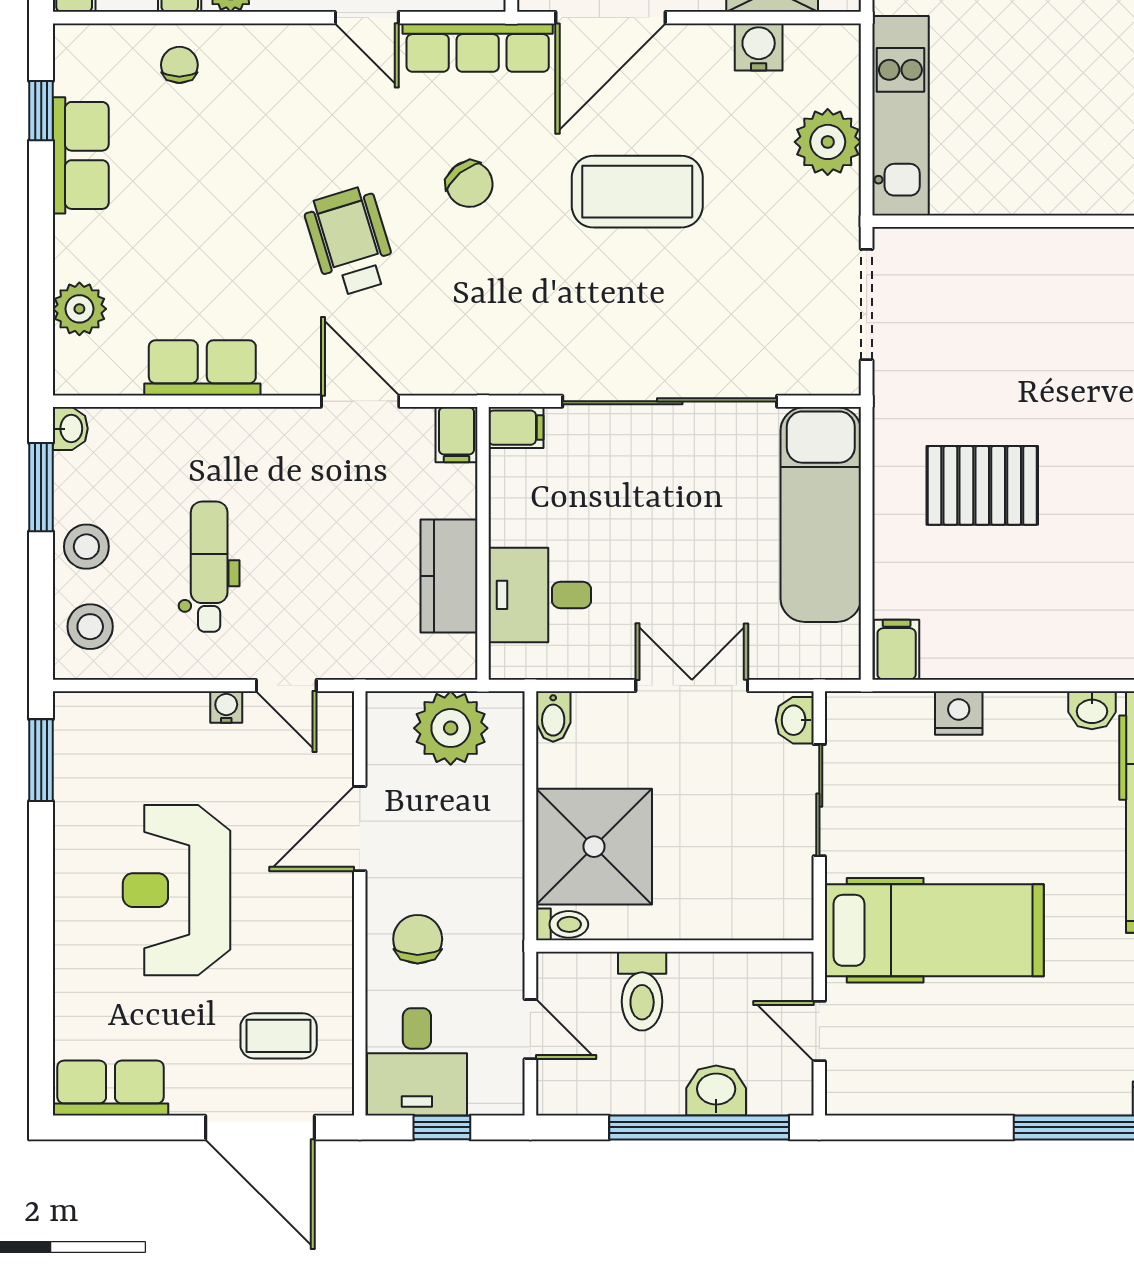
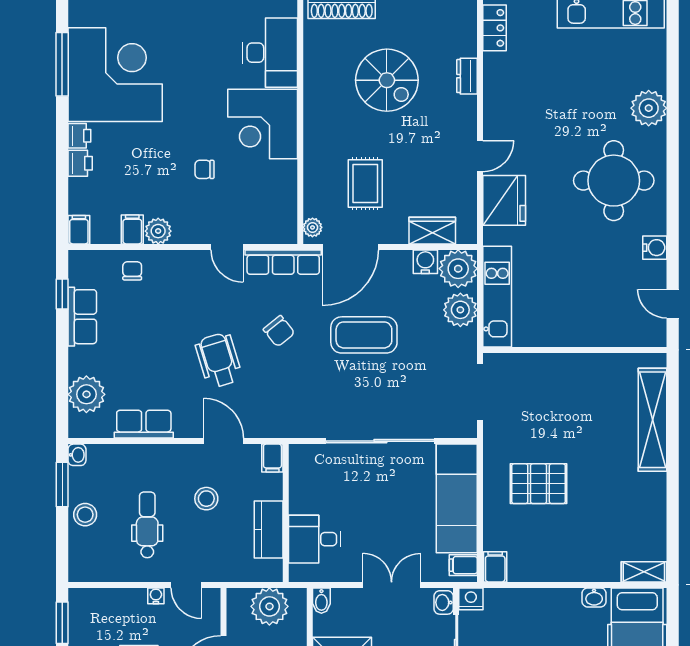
plant: (823, 61) -> (458, 269), added
plant: (79, 309) -> (86, 394), width x1.36, depth x1.36
filing cabinet: (516, 428) -> (463, 565), moved, turned 180
stool: (90, 627) -> (206, 499), moved
nightstand: (959, 713) -> (471, 599), moved

